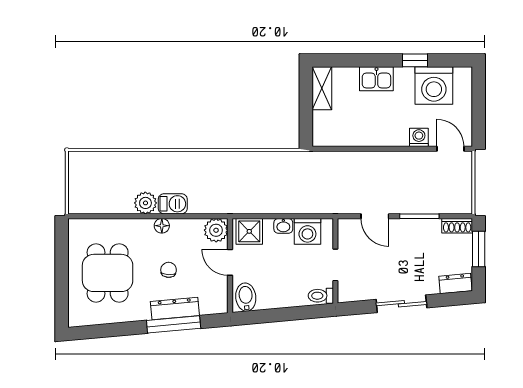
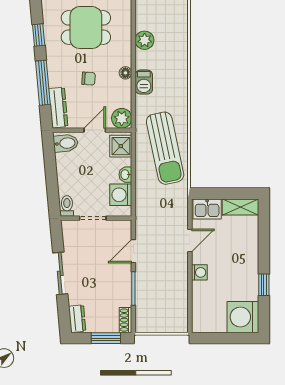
kitchen sink: (376, 79) -> (207, 209), moved, turned -90
washing machine: (434, 85) -> (243, 317), moved
washing machine: (419, 137) -> (199, 272), moved
door: (450, 149) -> (190, 241), moved
sun lounger: (252, 178) -> (165, 148), added
plant: (145, 203) -> (145, 40), moved
dresser: (175, 309) -> (58, 108), moved
window: (116, 330) -> (39, 35), added

